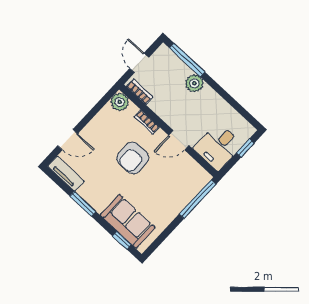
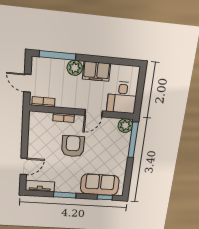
plant: (120, 102) -> (125, 126), moved
filing cabinet: (212, 102) -> (96, 71), added
window: (245, 148) -> (141, 85), removed
armchair: (133, 158) -> (73, 146), turned 180

